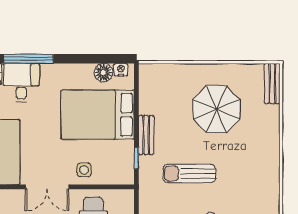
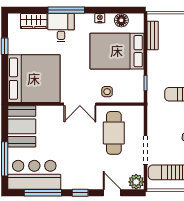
nightstand: (121, 70) -> (100, 18), moved
bench: (146, 135) -> (153, 35), moved

